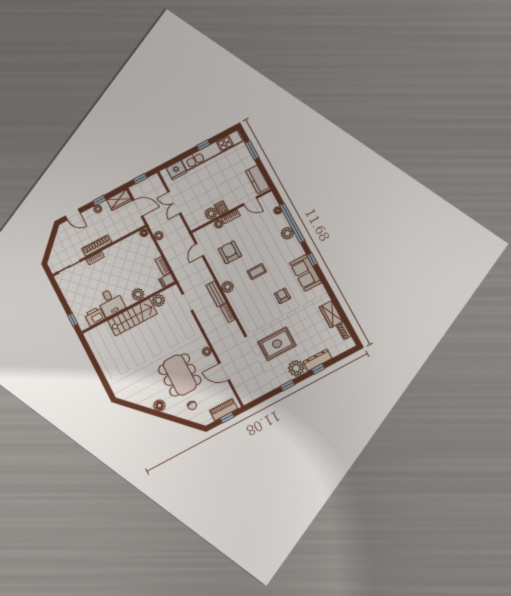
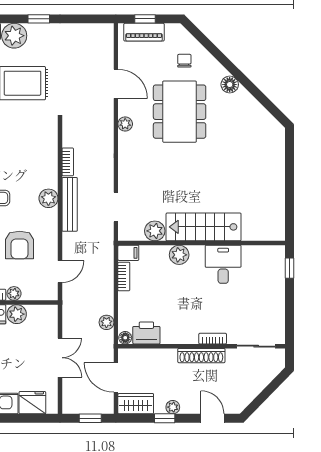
bench: (216, 294) -> (70, 204), width x1.36
printer: (95, 316) -> (146, 333), moved, turned 180

